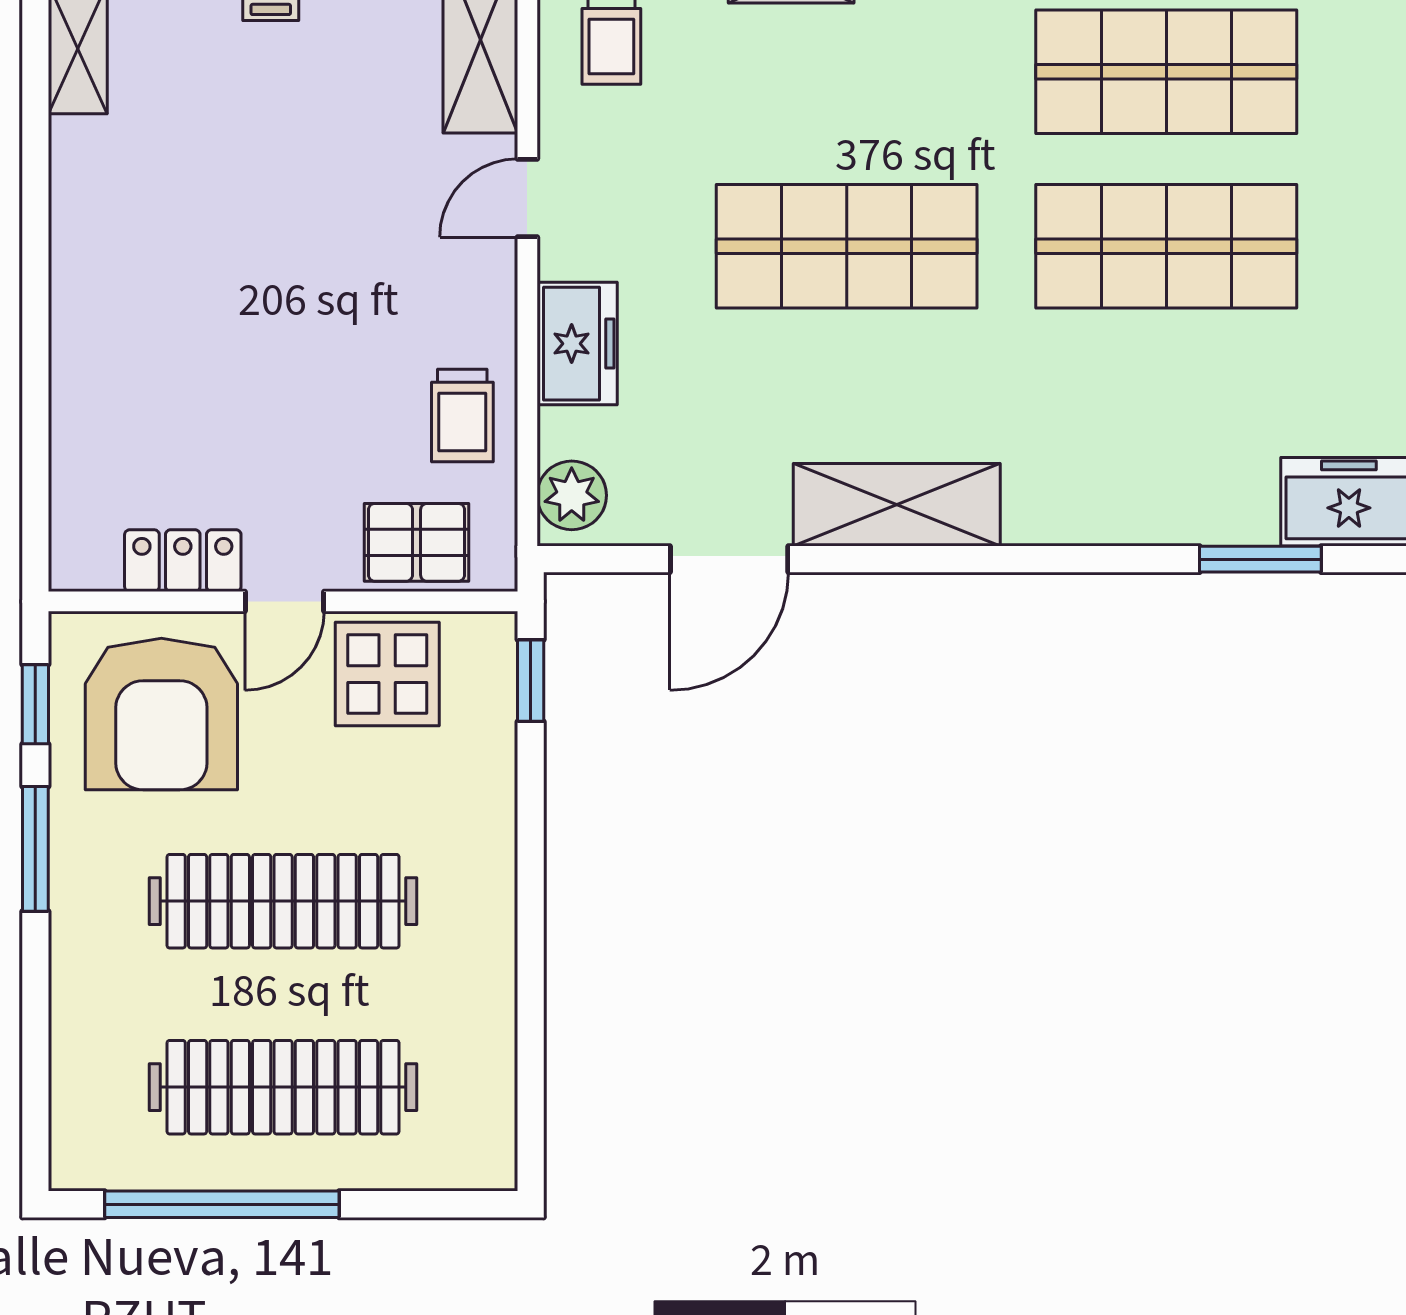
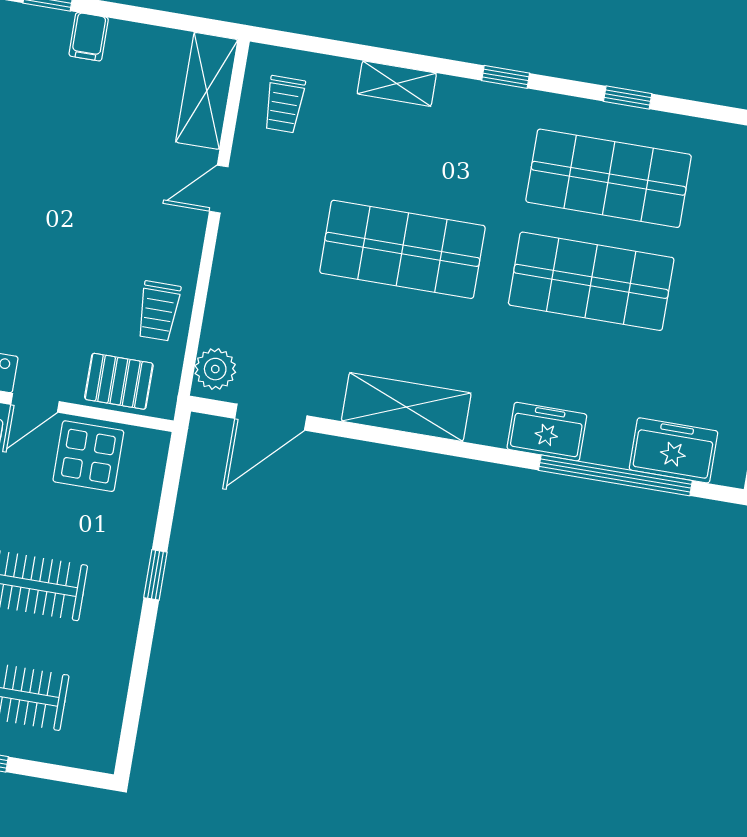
freezer: (577, 344) -> (547, 432), moved, turned -90
door: (729, 559) -> (271, 417), moved
window: (1260, 559) -> (615, 475), width x2.11
window: (531, 681) -> (155, 575), moved

